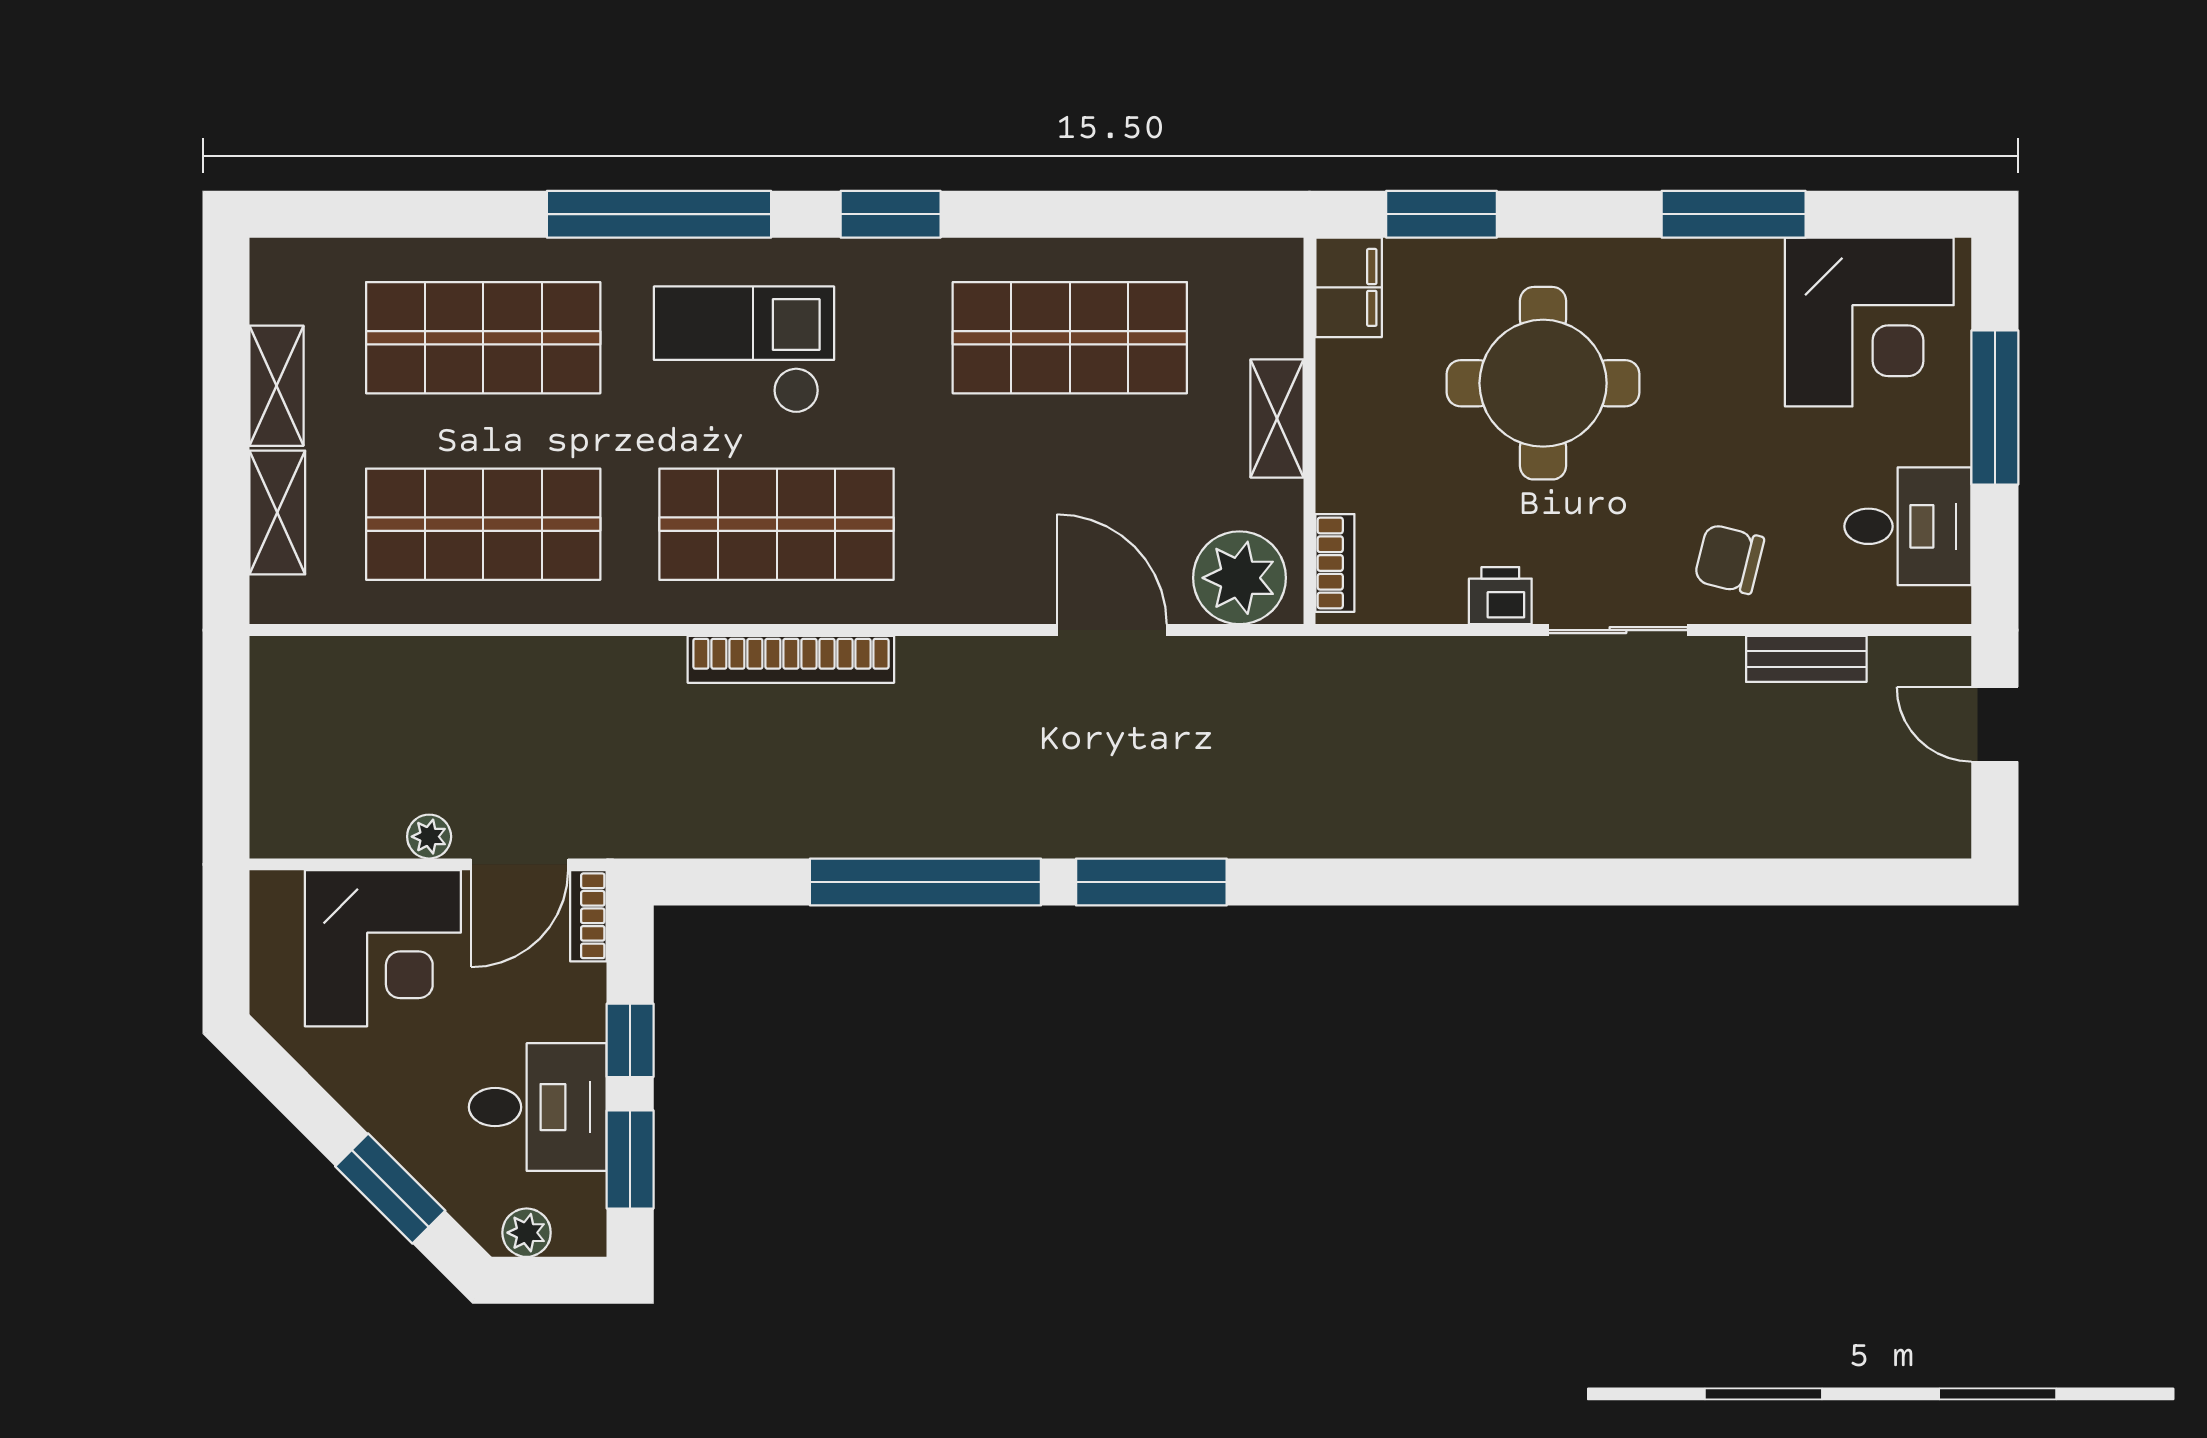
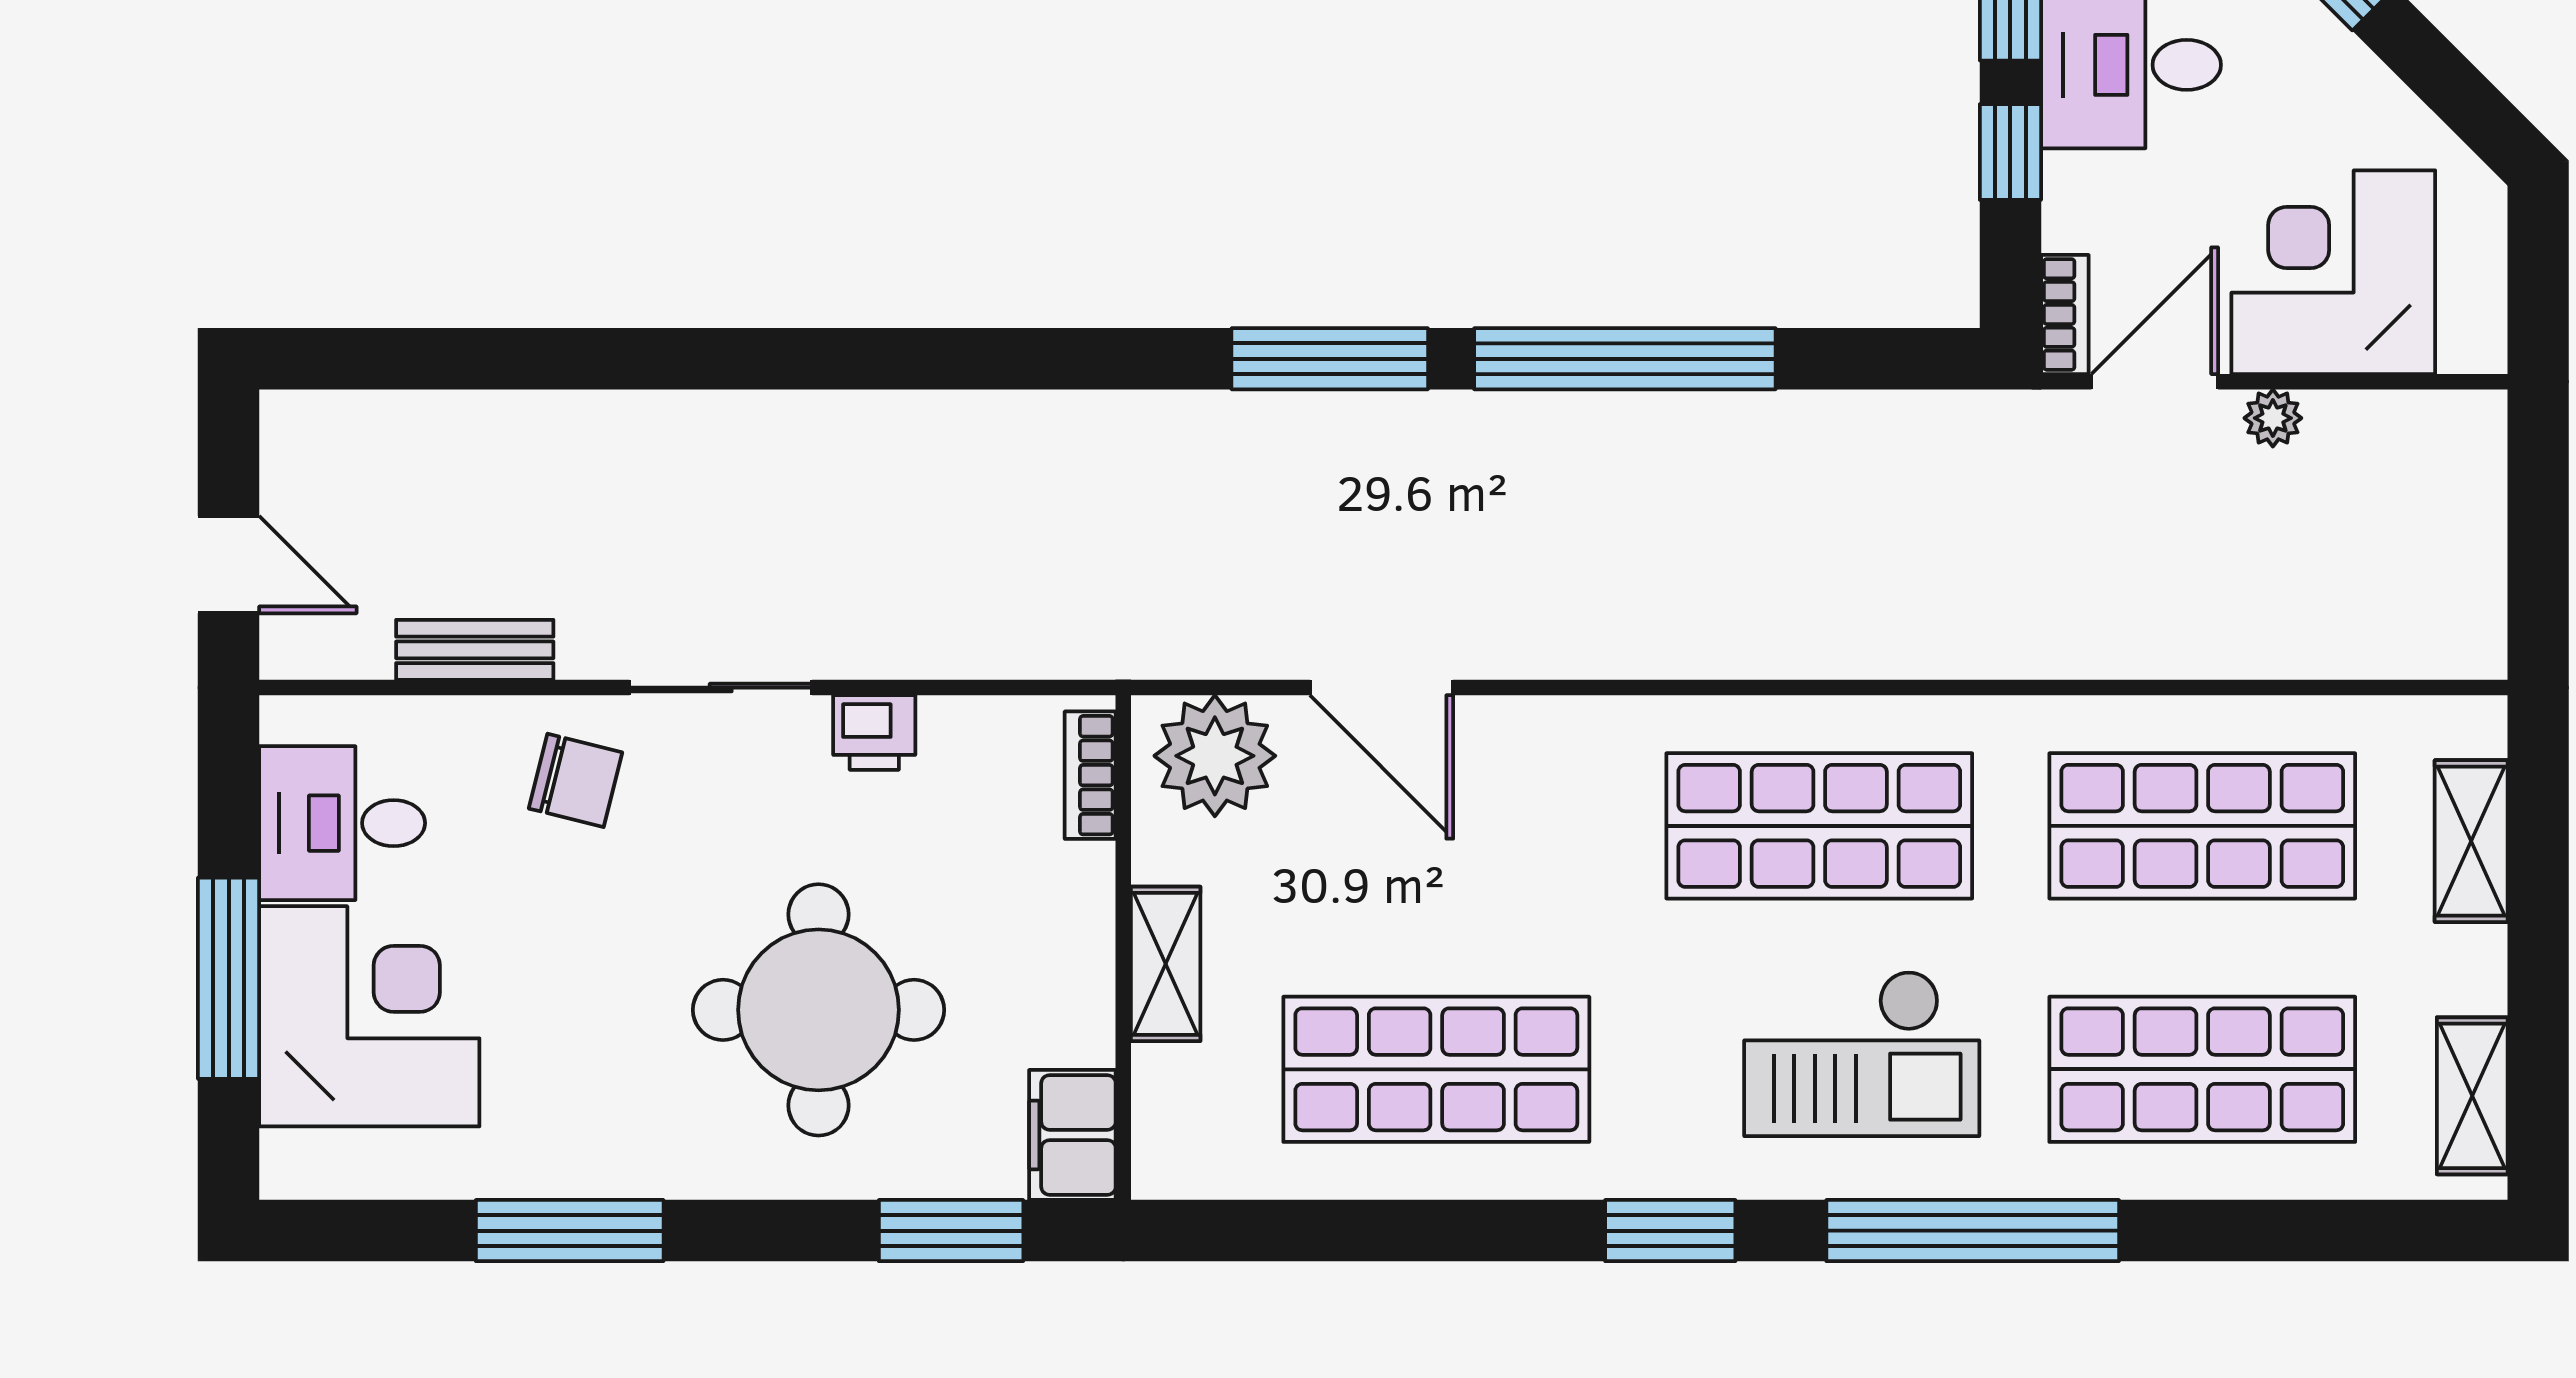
corner desk: (1869, 322) -> (369, 1016), moved, turned 90
shelving: (276, 386) -> (2472, 1096), moved
bookcase: (791, 659) -> (1800, 649), removed

